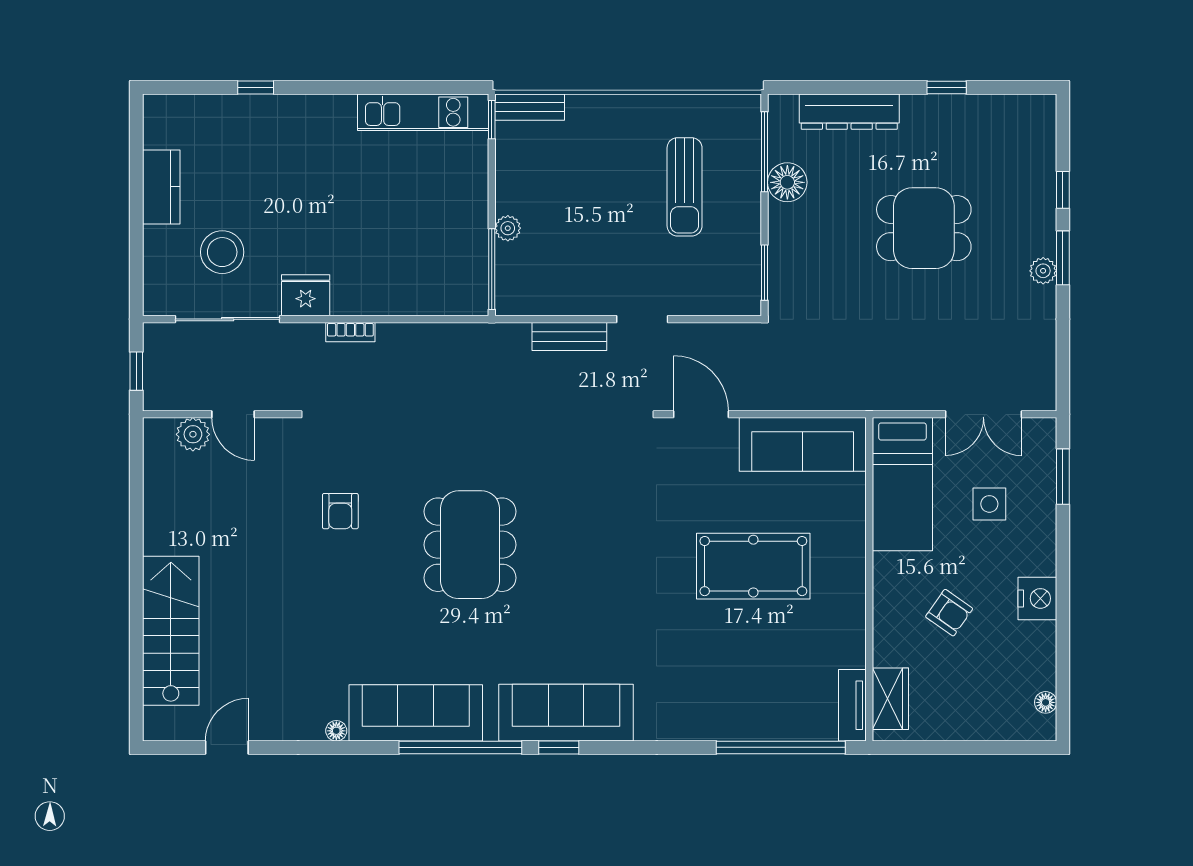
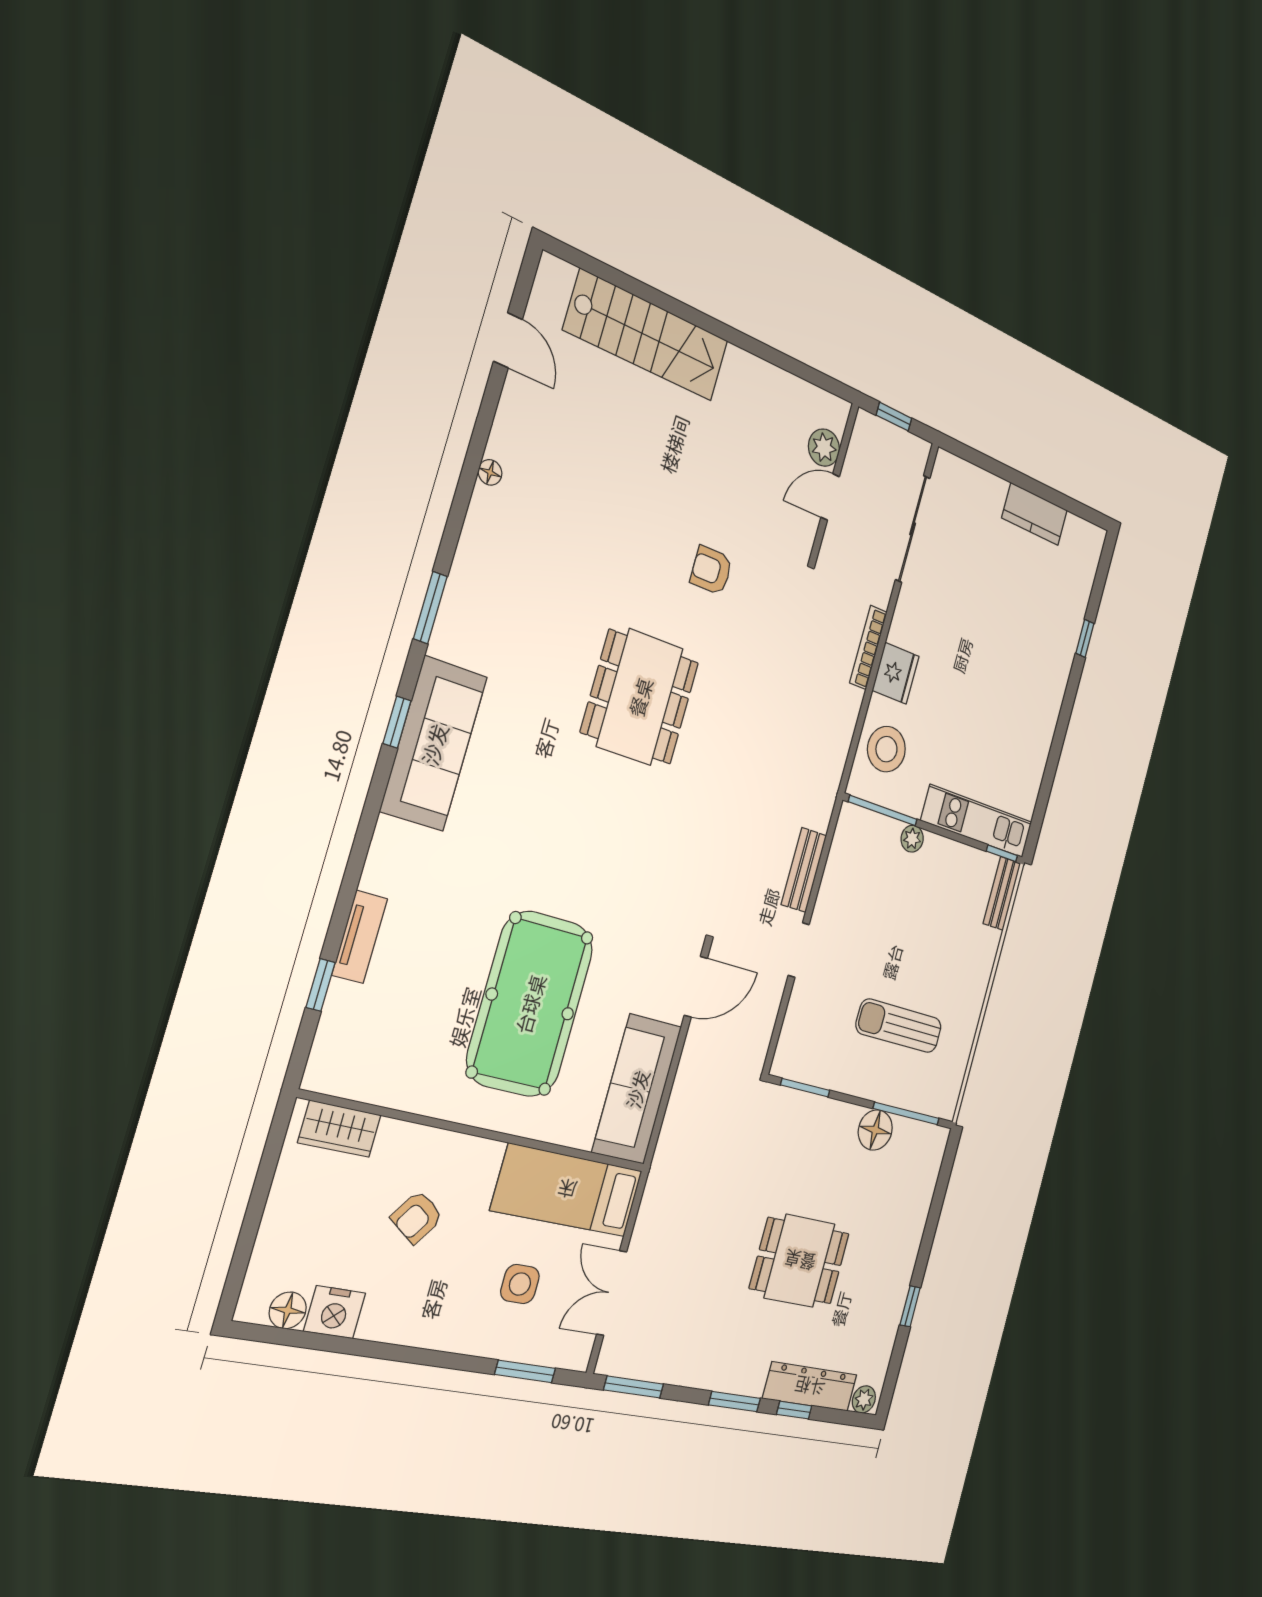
kitchen unit: (423, 112) -> (977, 821), moved, turned 90
dresser: (849, 112) -> (810, 1387), moved, turned 90
dining table: (924, 228) -> (800, 1261), turned 90
stool: (222, 252) -> (886, 749), moved
plant: (1043, 271) -> (864, 1399), moved
fridge: (306, 295) -> (896, 673), moved
bookcase: (350, 332) -> (868, 647), width x1.56
window: (1063, 367) -> (634, 1387), added
dining table: (470, 545) -> (640, 697), turned 90
pool table: (753, 566) -> (530, 1004), width x1.36, depth x1.32
nightstand: (1037, 598) -> (335, 1312), moved
floor lamp: (1046, 702) -> (288, 1310), width x1.37, depth x1.37
tv unit: (852, 705) -> (360, 937), moved, turned 90
sofa: (416, 713) -> (483, 571), removed
window: (460, 747) -> (430, 608), width x0.47
window: (781, 747) -> (321, 985), width x0.32

